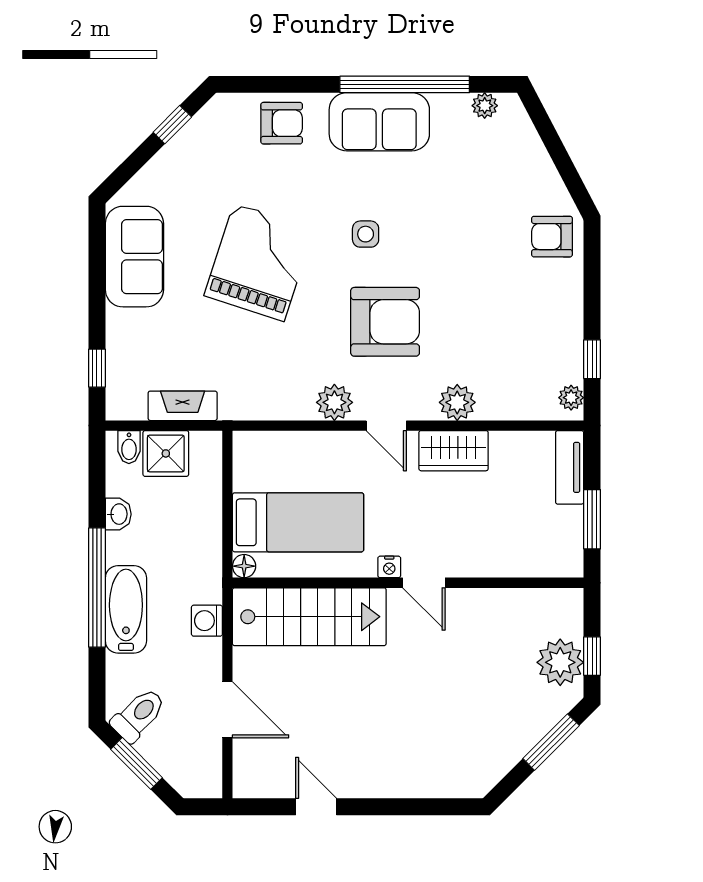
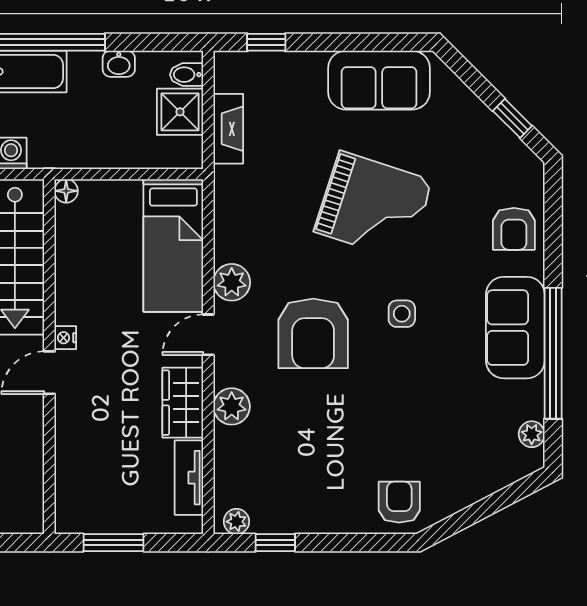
tv unit: (570, 467) -> (189, 478), moved, turned -90
bed: (298, 522) -> (173, 245), moved

